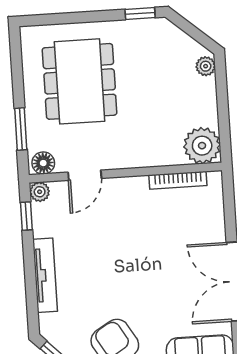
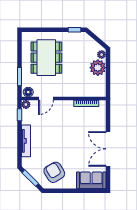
plant: (202, 146) -> (98, 68), moved

